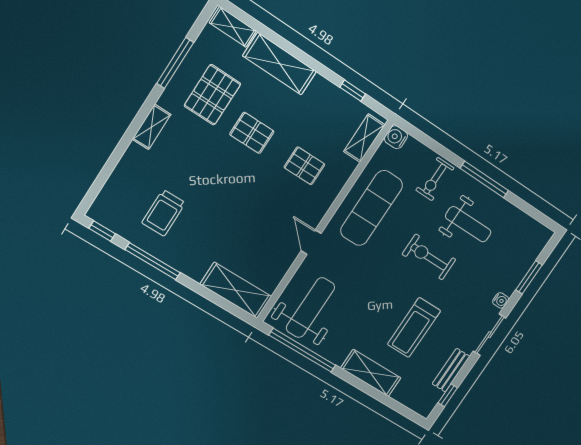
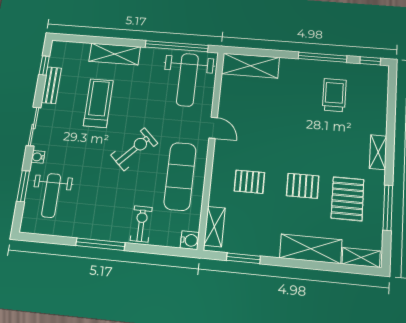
window: (353, 91) -> (243, 258), width x1.50
weight bench: (468, 224) -> (51, 195), moved, turned -90
exercise bike: (429, 257) -> (134, 149), moved, turned -46

